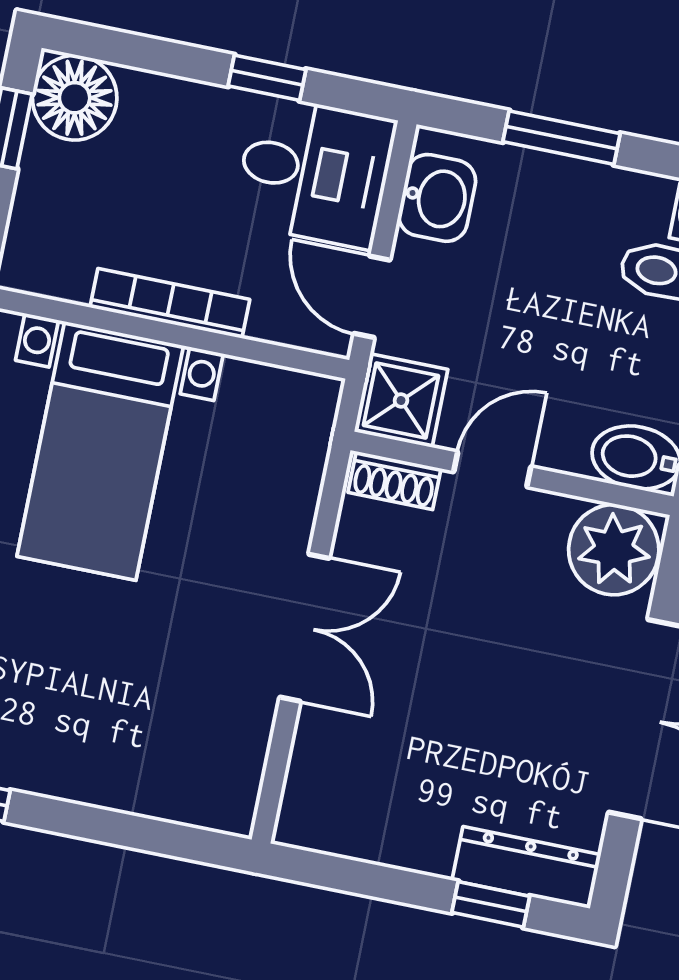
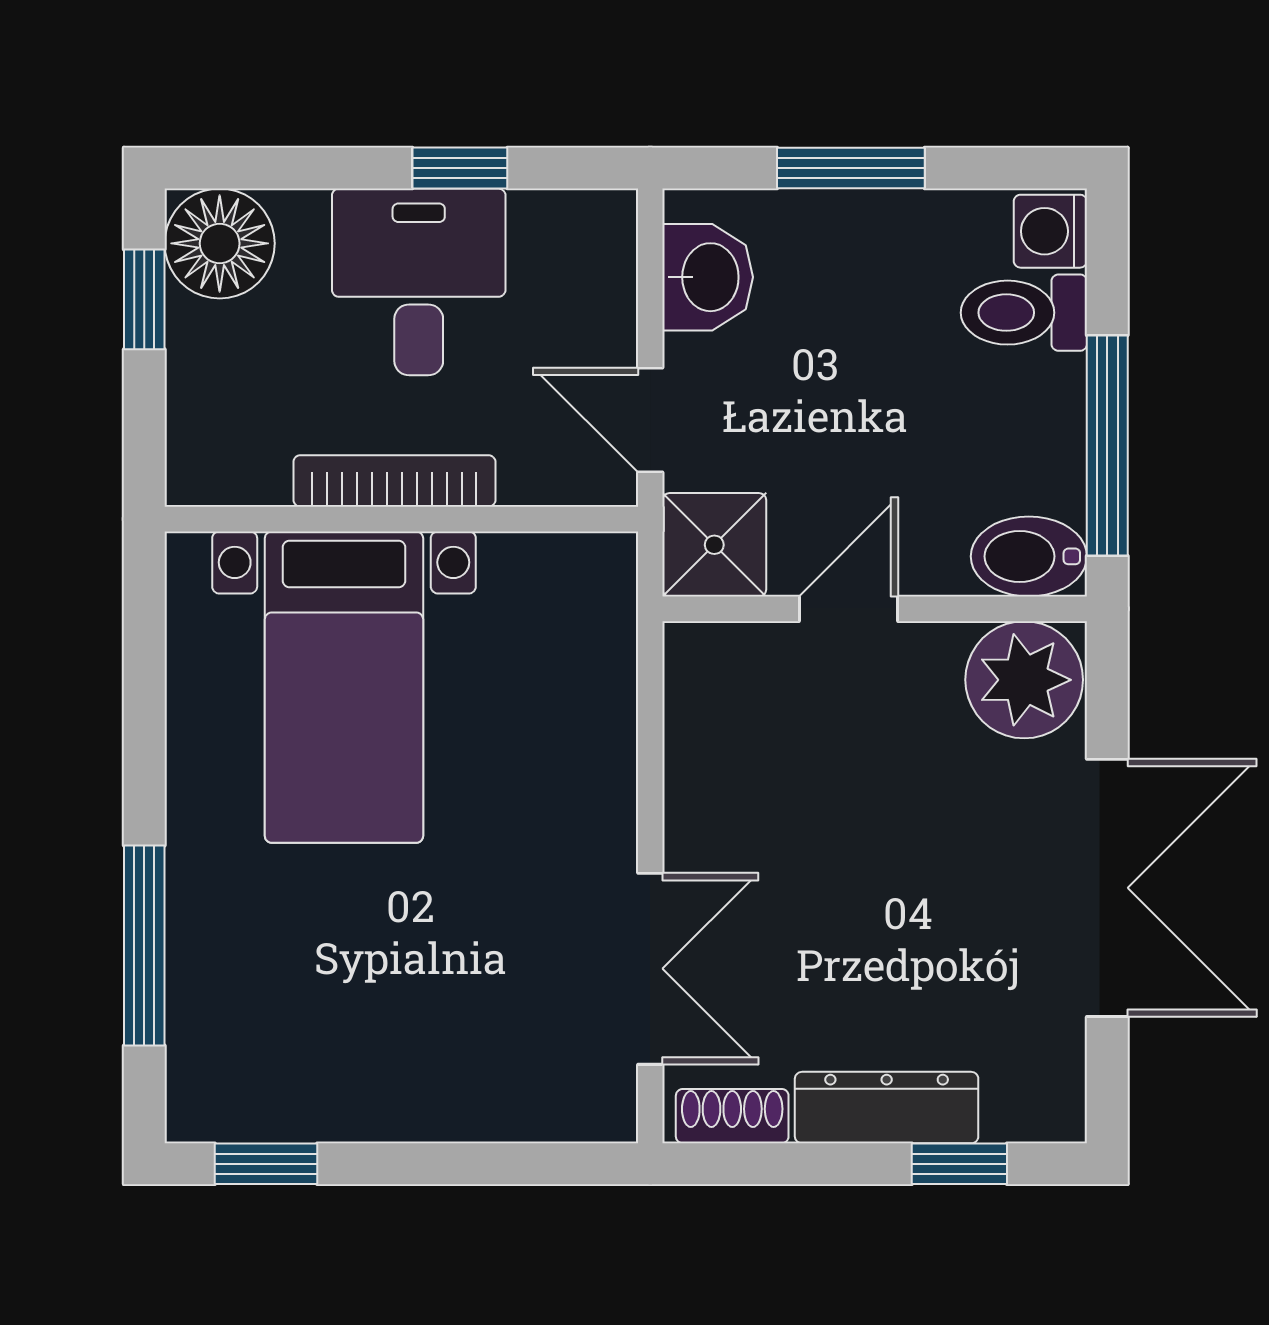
desk: (314, 171) -> (419, 282), moved, turned -90
shoe rack: (395, 480) -> (732, 1116), moved, turned 180
double door: (305, 628) -> (650, 969), moved
dresser: (526, 867) -> (887, 1108), moved

